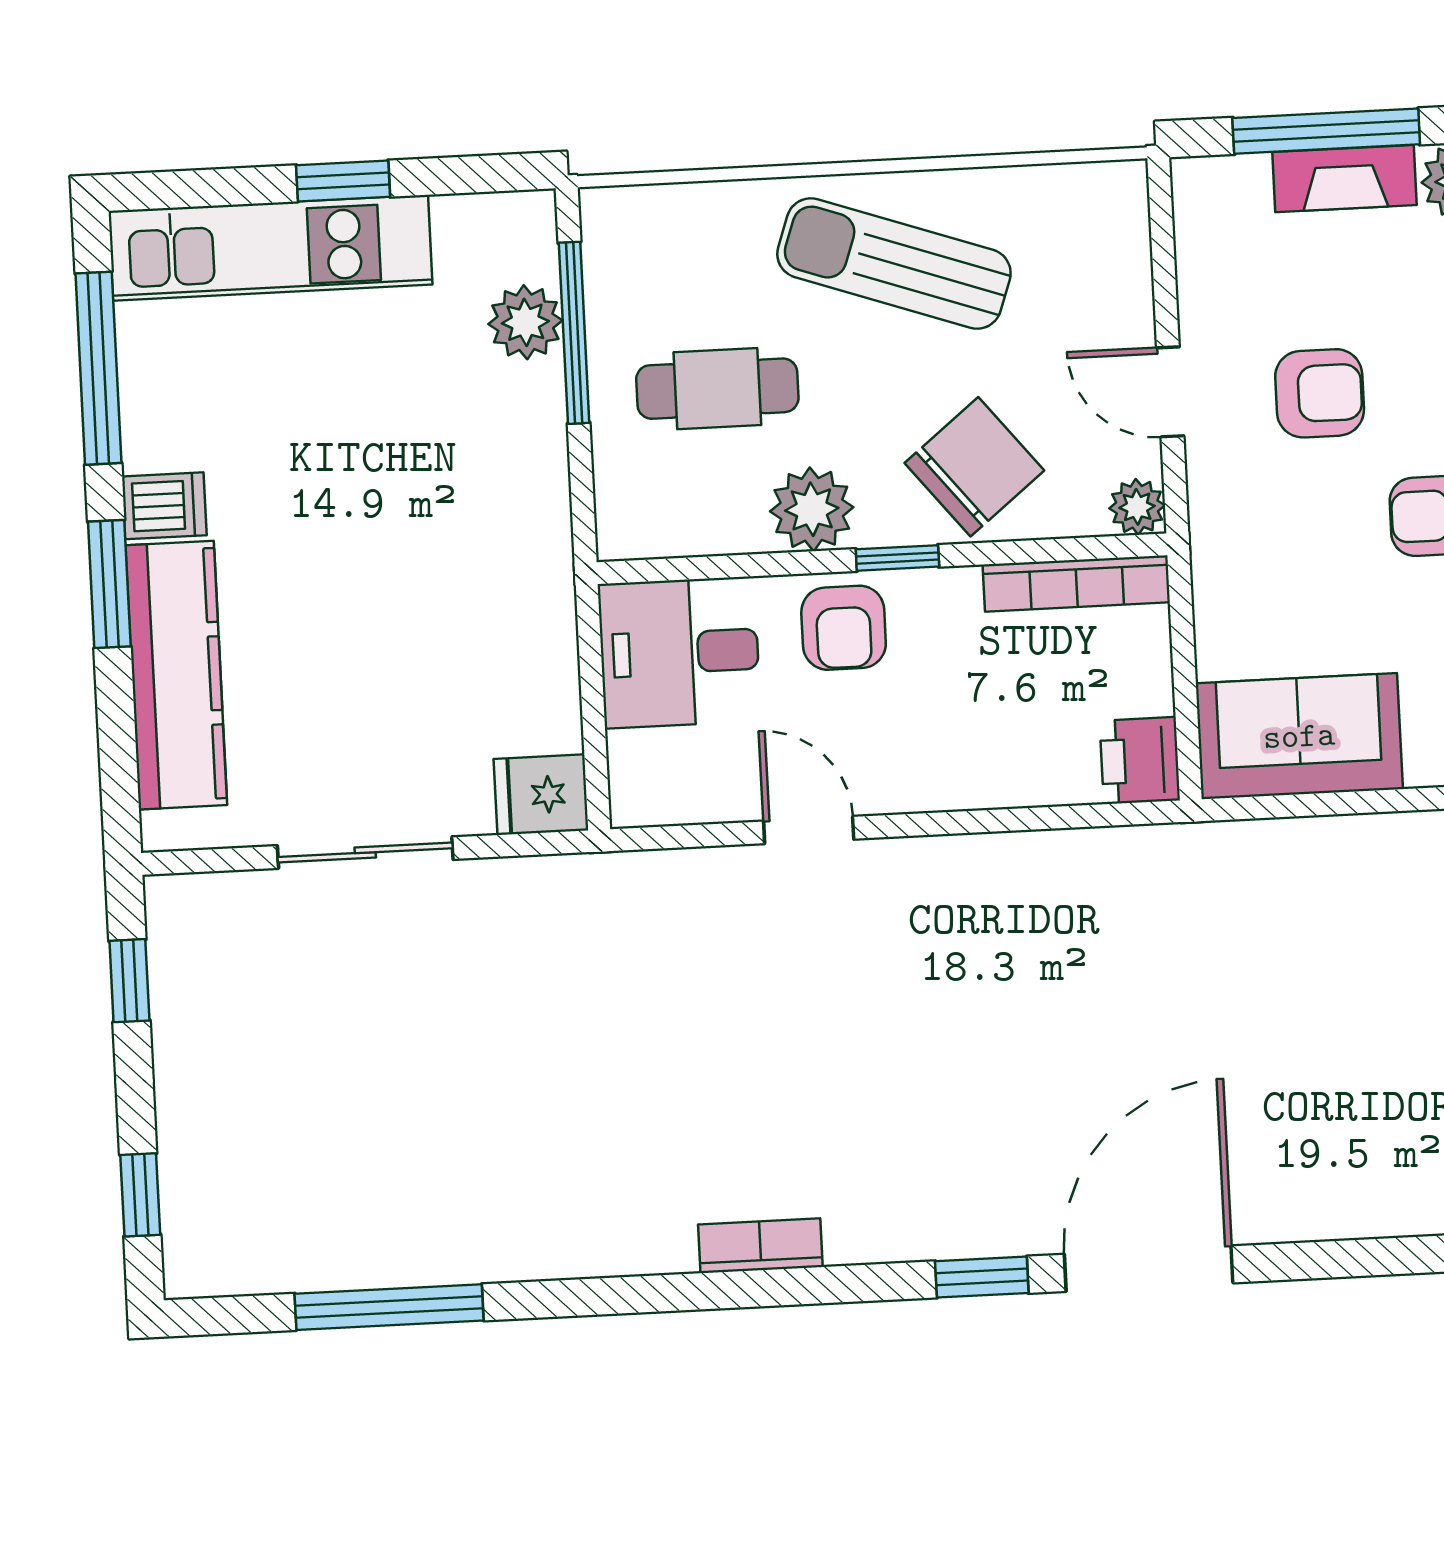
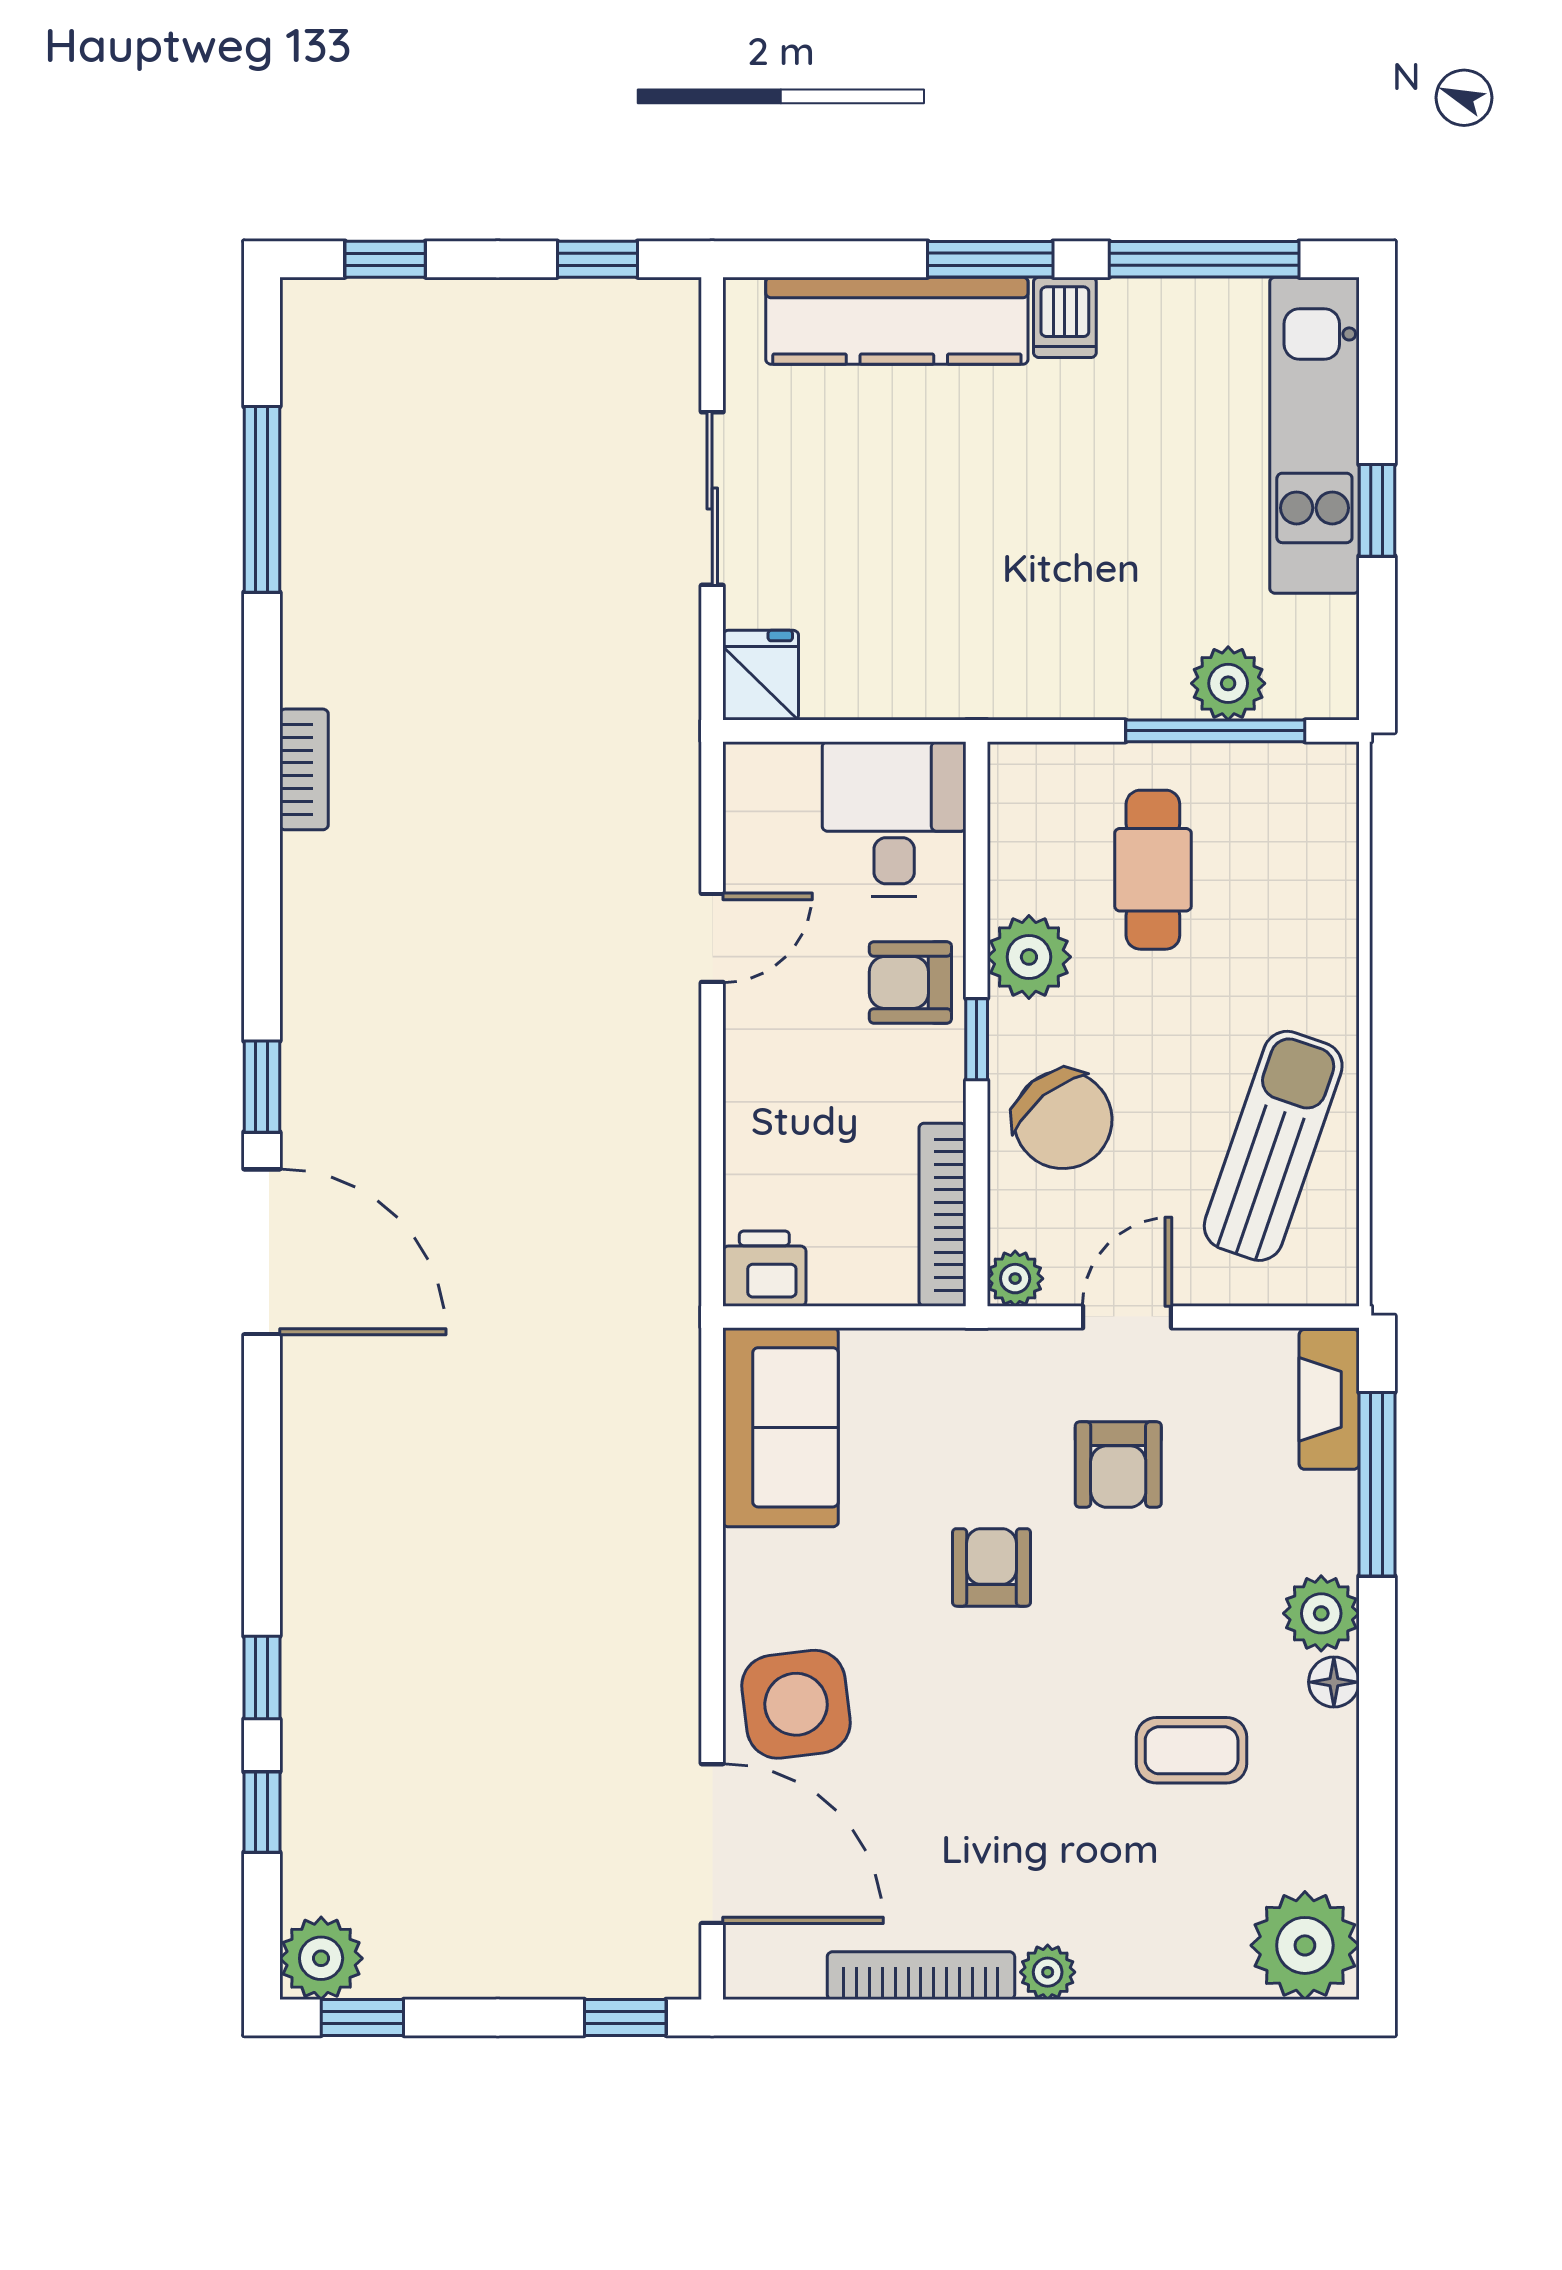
fireplace: (1344, 179) -> (1329, 1399), moved
sun lounger: (894, 263) -> (1273, 1146), moved
bookcase: (760, 1246) -> (304, 769), moved

